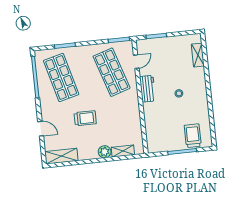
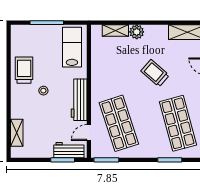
workbench: (152, 45) -> (69, 150), added
workbench: (148, 89) -> (79, 100), width x1.38
trolley: (85, 118) -> (155, 73), turned 41
lab bench: (158, 133) -> (72, 47), added
trolley: (193, 136) -> (24, 70), moved, turned 180

